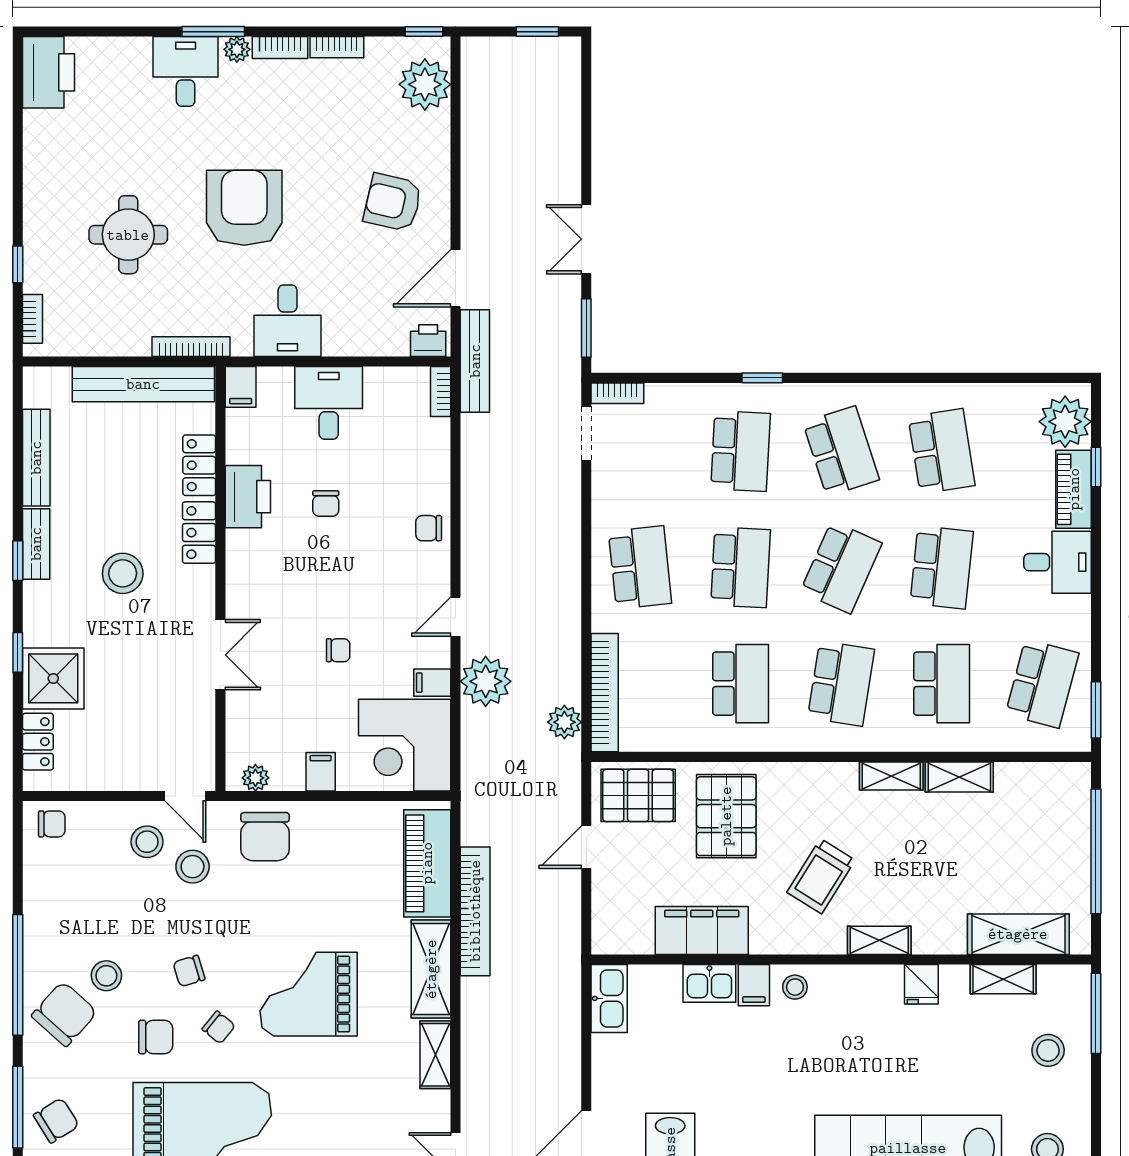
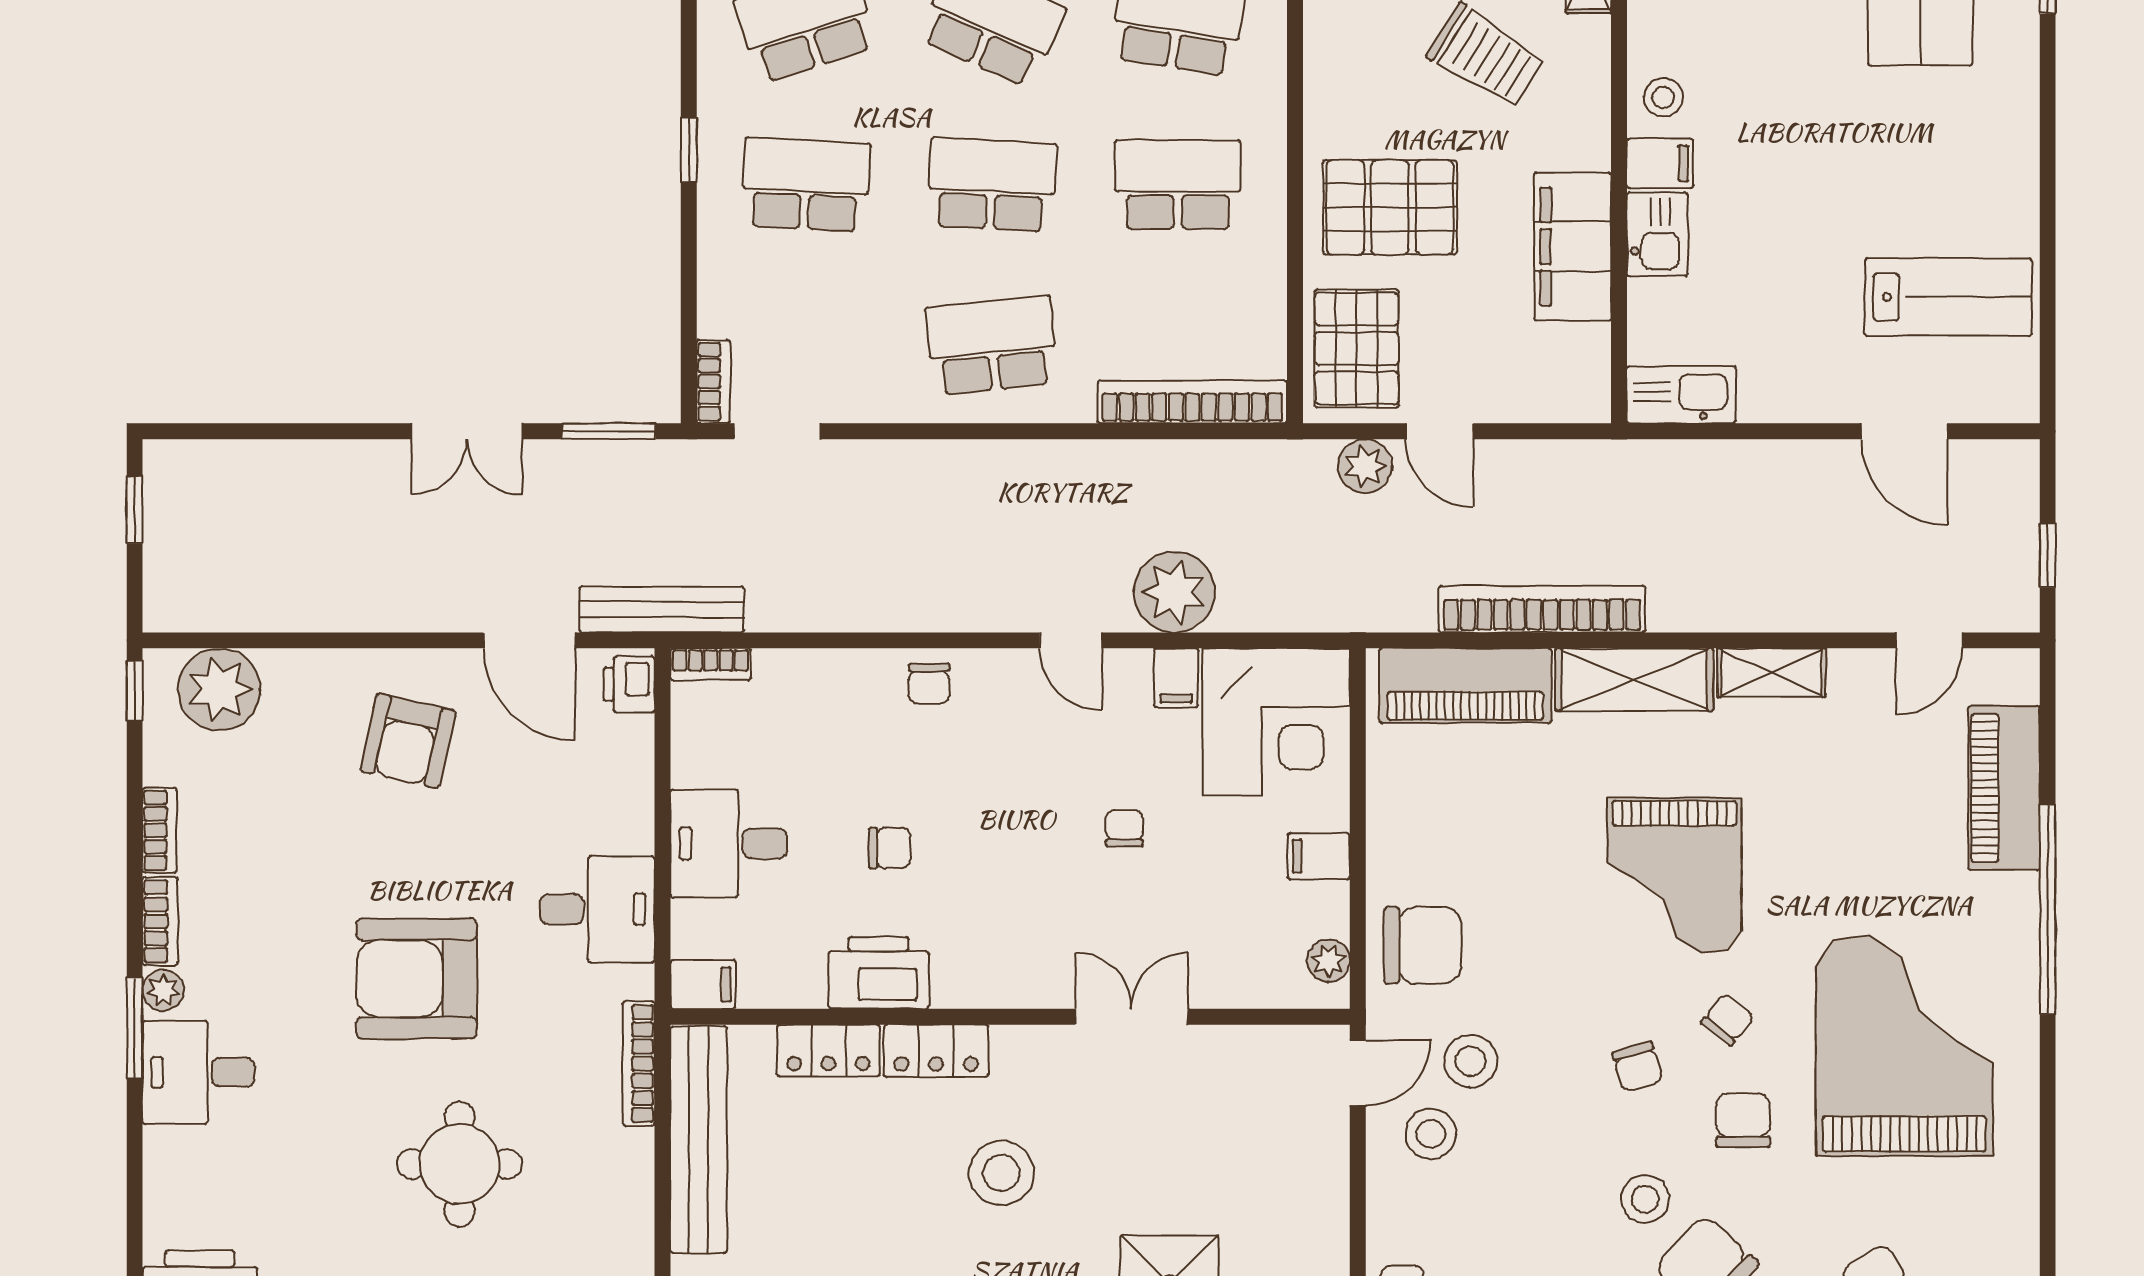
plant: (564, 722) -> (1365, 466), moved

